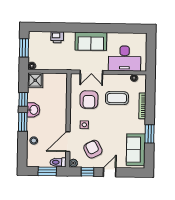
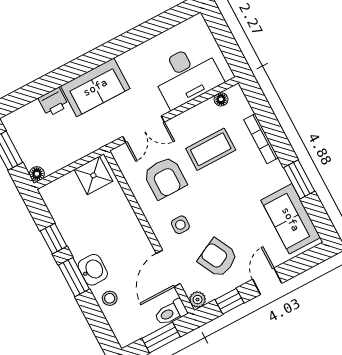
sofa: (91, 41) -> (95, 87), moved
shower: (35, 80) -> (93, 175), moved
washbasin: (33, 110) -> (93, 270), moved

